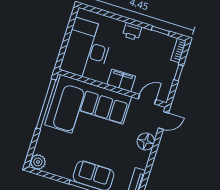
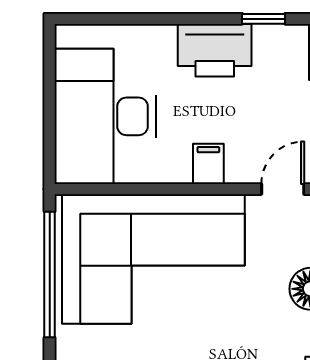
printer: (132, 31) -> (215, 50), width x1.87, depth x1.48
filing cabinet: (121, 80) -> (208, 164), width x0.50

